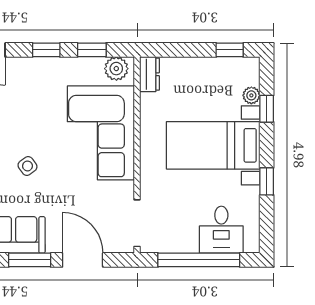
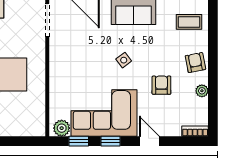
dresser: (150, 74) -> (38, 124), removed
corner sofa: (101, 133) -> (104, 113), moved, turned -90

